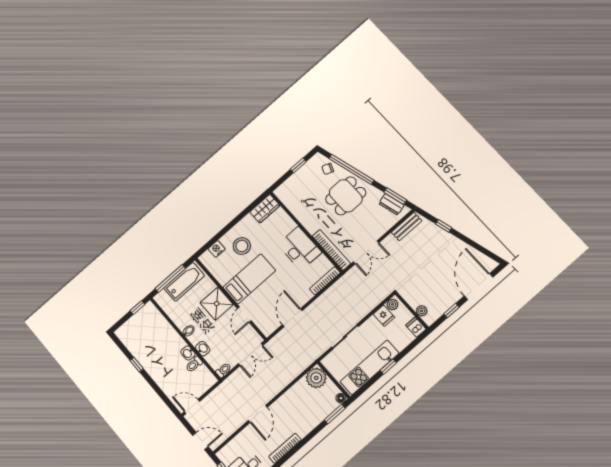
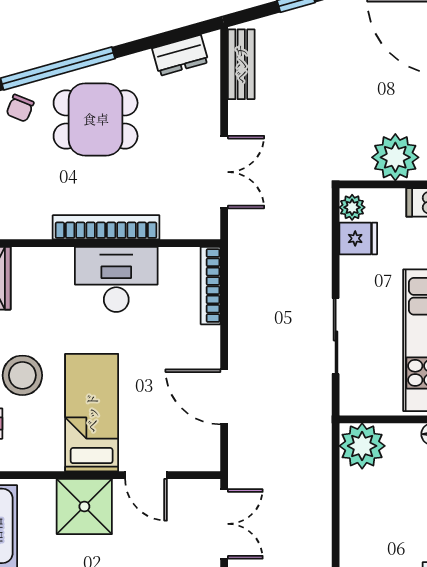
dining table: (346, 196) -> (96, 119), turned 90
window: (395, 196) -> (172, 36), removed
bookcase: (331, 250) -> (106, 227), moved
plant: (422, 311) -> (395, 157), width x1.87, depth x1.87

